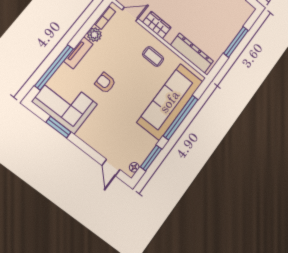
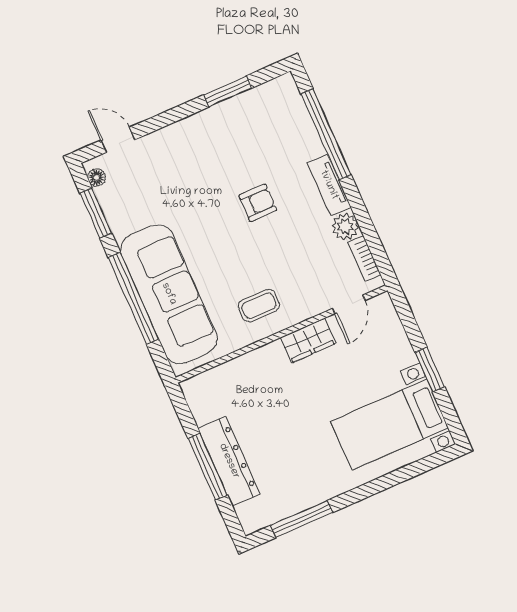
dresser: (192, 53) -> (229, 461), moved, turned -90
corner sofa: (65, 103) -> (260, 121), removed

